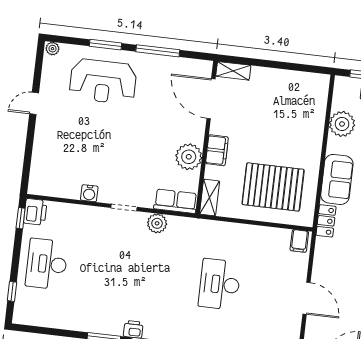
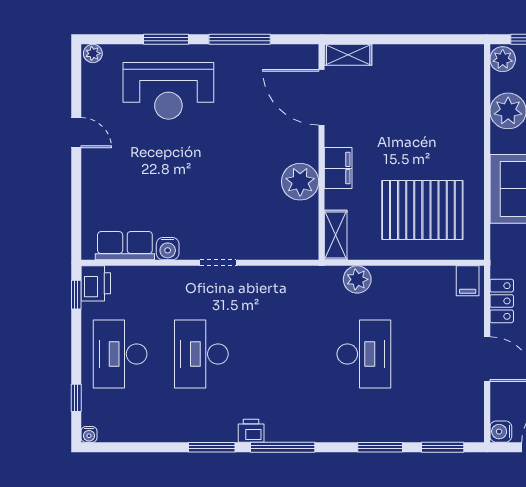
plant: (343, 87) -> (503, 59), added
door: (34, 103) -> (76, 133), swing flipped
row of seats: (176, 201) -> (125, 246), moved
locker: (326, 221) -> (502, 301), moved
plant: (157, 223) -> (357, 279), moved
desk: (104, 271) -> (201, 354), added
desk: (220, 284) -> (364, 354), turned 180
water cooler: (18, 318) -> (89, 434), added

